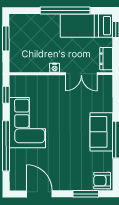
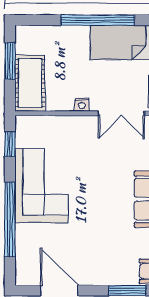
cot: (19, 53) -> (30, 83), added

